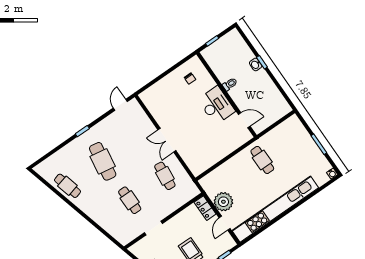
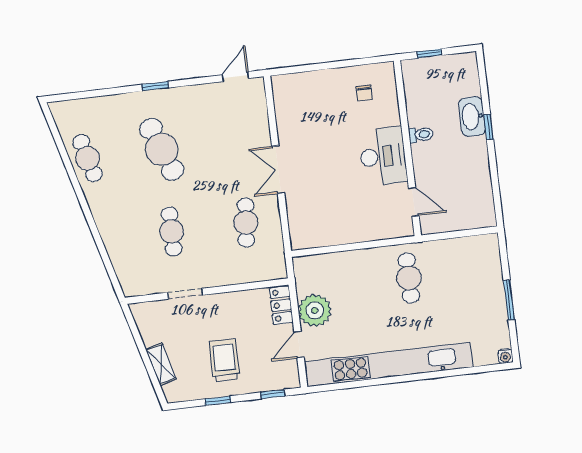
washbasin: (256, 64) -> (472, 117), width x1.91, depth x1.45
cafe table: (103, 161) -> (162, 149), turned -30

